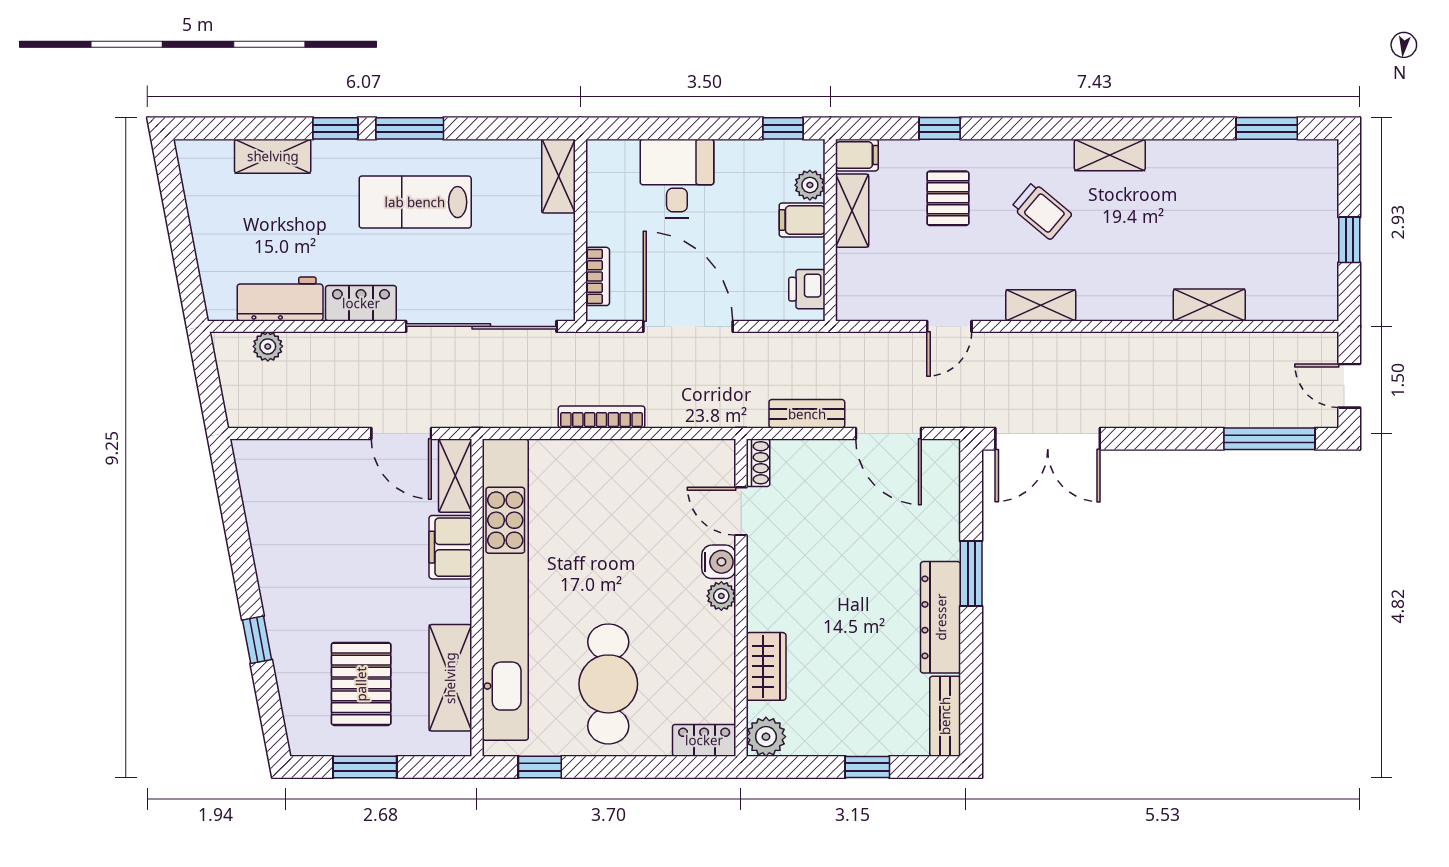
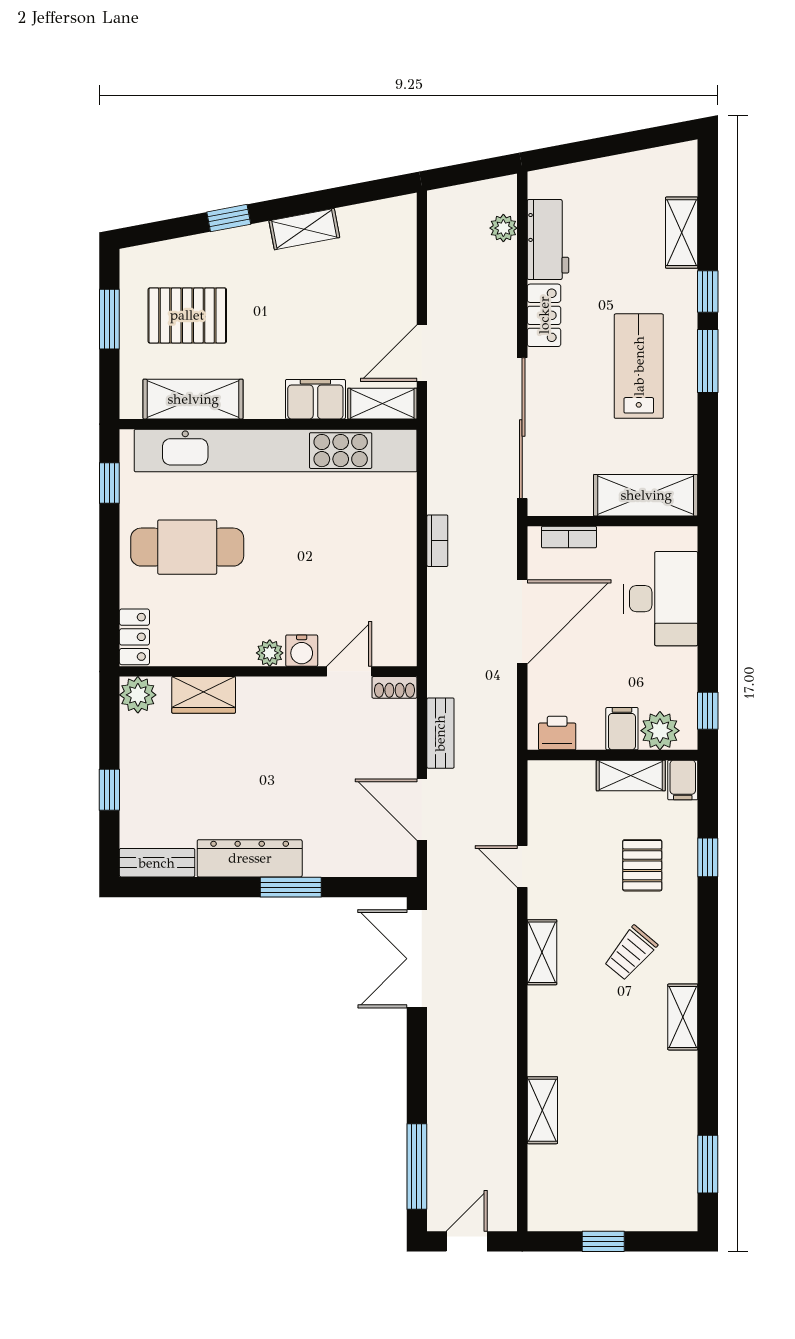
shelving: (558, 176) -> (646, 495), width x1.50, depth x1.33
desk: (677, 179) -> (661, 599), width x1.37
plant: (810, 185) -> (660, 731), width x1.38, depth x1.38
pallet: (948, 198) -> (642, 865), turned 90
bookcase: (601, 417) -> (437, 541), width x0.64
door: (889, 433) -> (422, 810), hinge flipped
shelving: (269, 559) -> (304, 229), added

